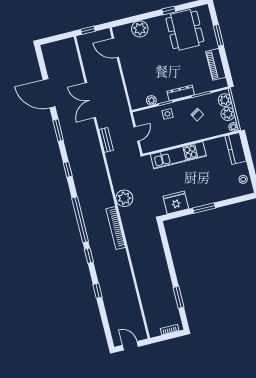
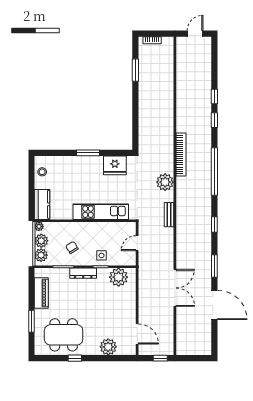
dining table: (185, 30) -> (64, 335), turned 90
plant: (151, 100) -> (119, 277), width x1.87, depth x1.87
bench: (106, 140) -> (169, 215), moved
window: (89, 256) -> (214, 120), moved
door: (130, 346) -> (195, 34), swing flipped

